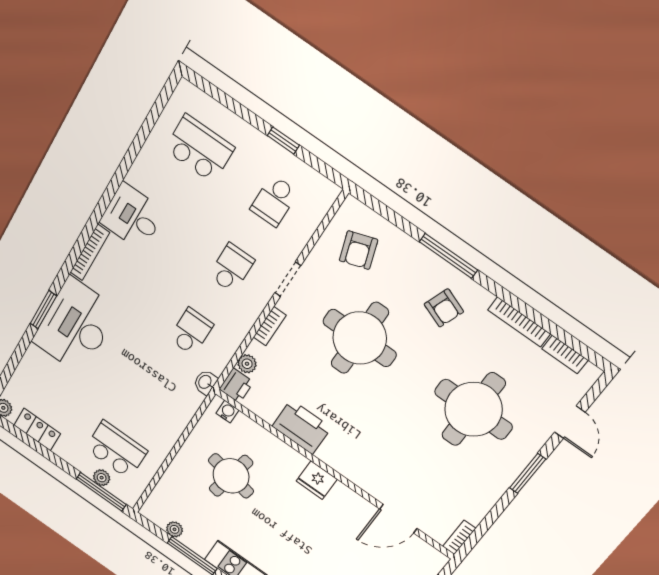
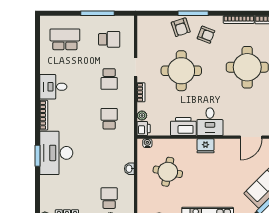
window: (283, 140) -> (97, 13), width x2.17
school desk: (274, 201) -> (109, 39), turned -90
armchair: (358, 250) -> (181, 27), moved
school desk: (231, 268) -> (109, 79), turned 180
washbasin: (205, 382) -> (129, 169), moved
school desk: (116, 450) -> (109, 198), width x0.54
desk: (350, 450) -> (210, 122), added

